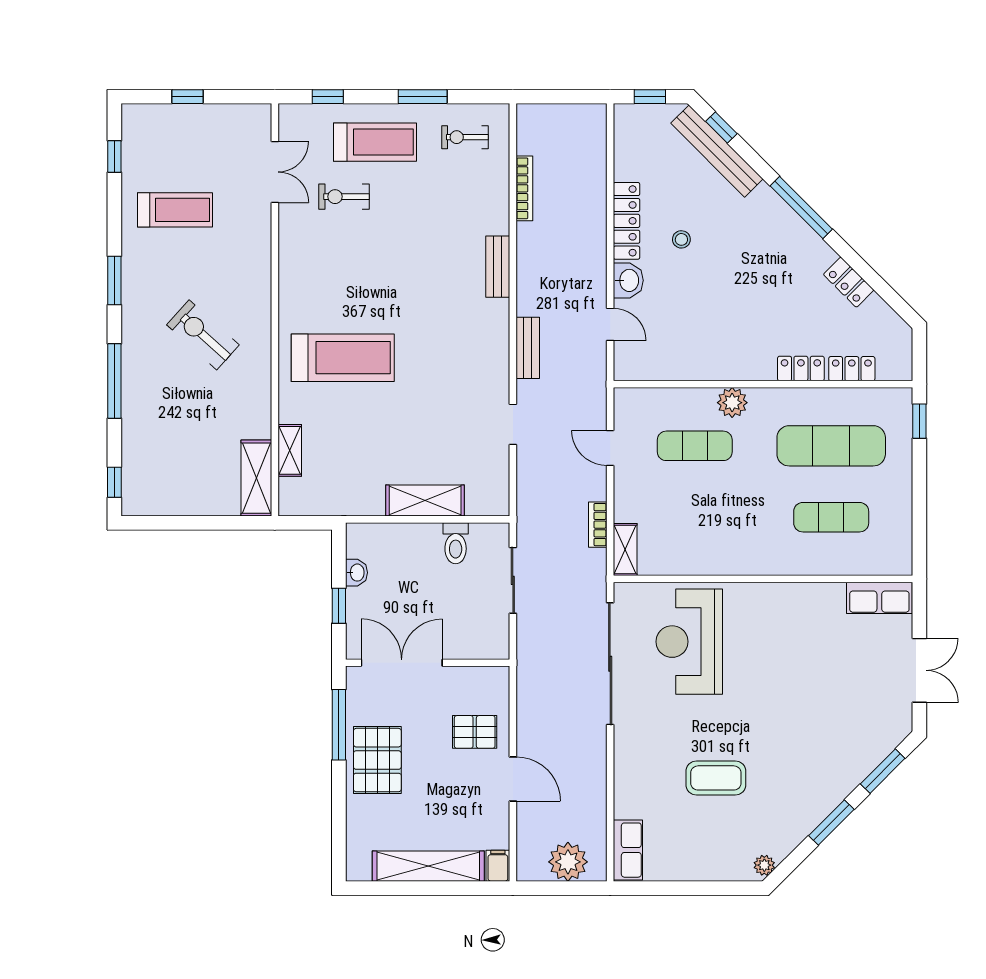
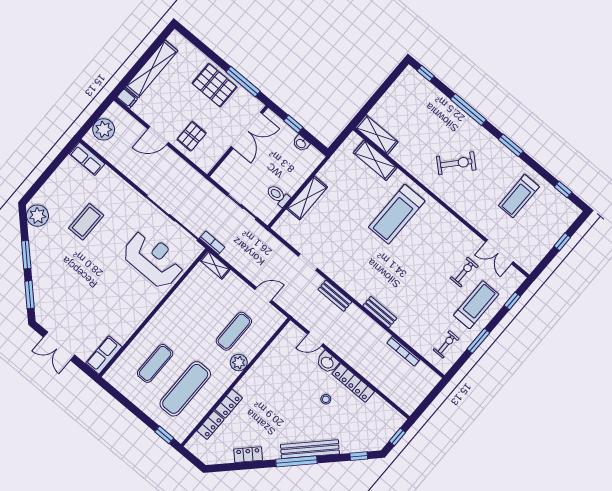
treadmill: (375, 142) -> (476, 305), turned 180
bench: (717, 151) -> (310, 449), moved
shelving: (290, 450) -> (375, 160), width x1.50, depth x1.33
bookcase: (598, 525) -> (212, 243), moved
plant: (764, 865) -> (37, 216), width x1.88, depth x1.88

